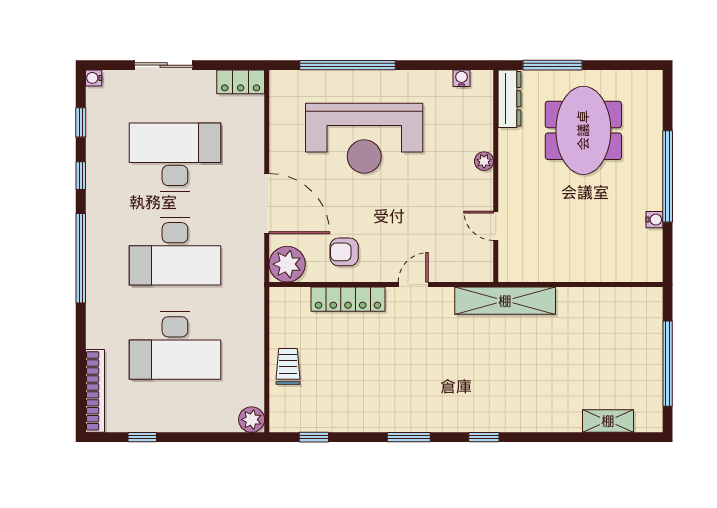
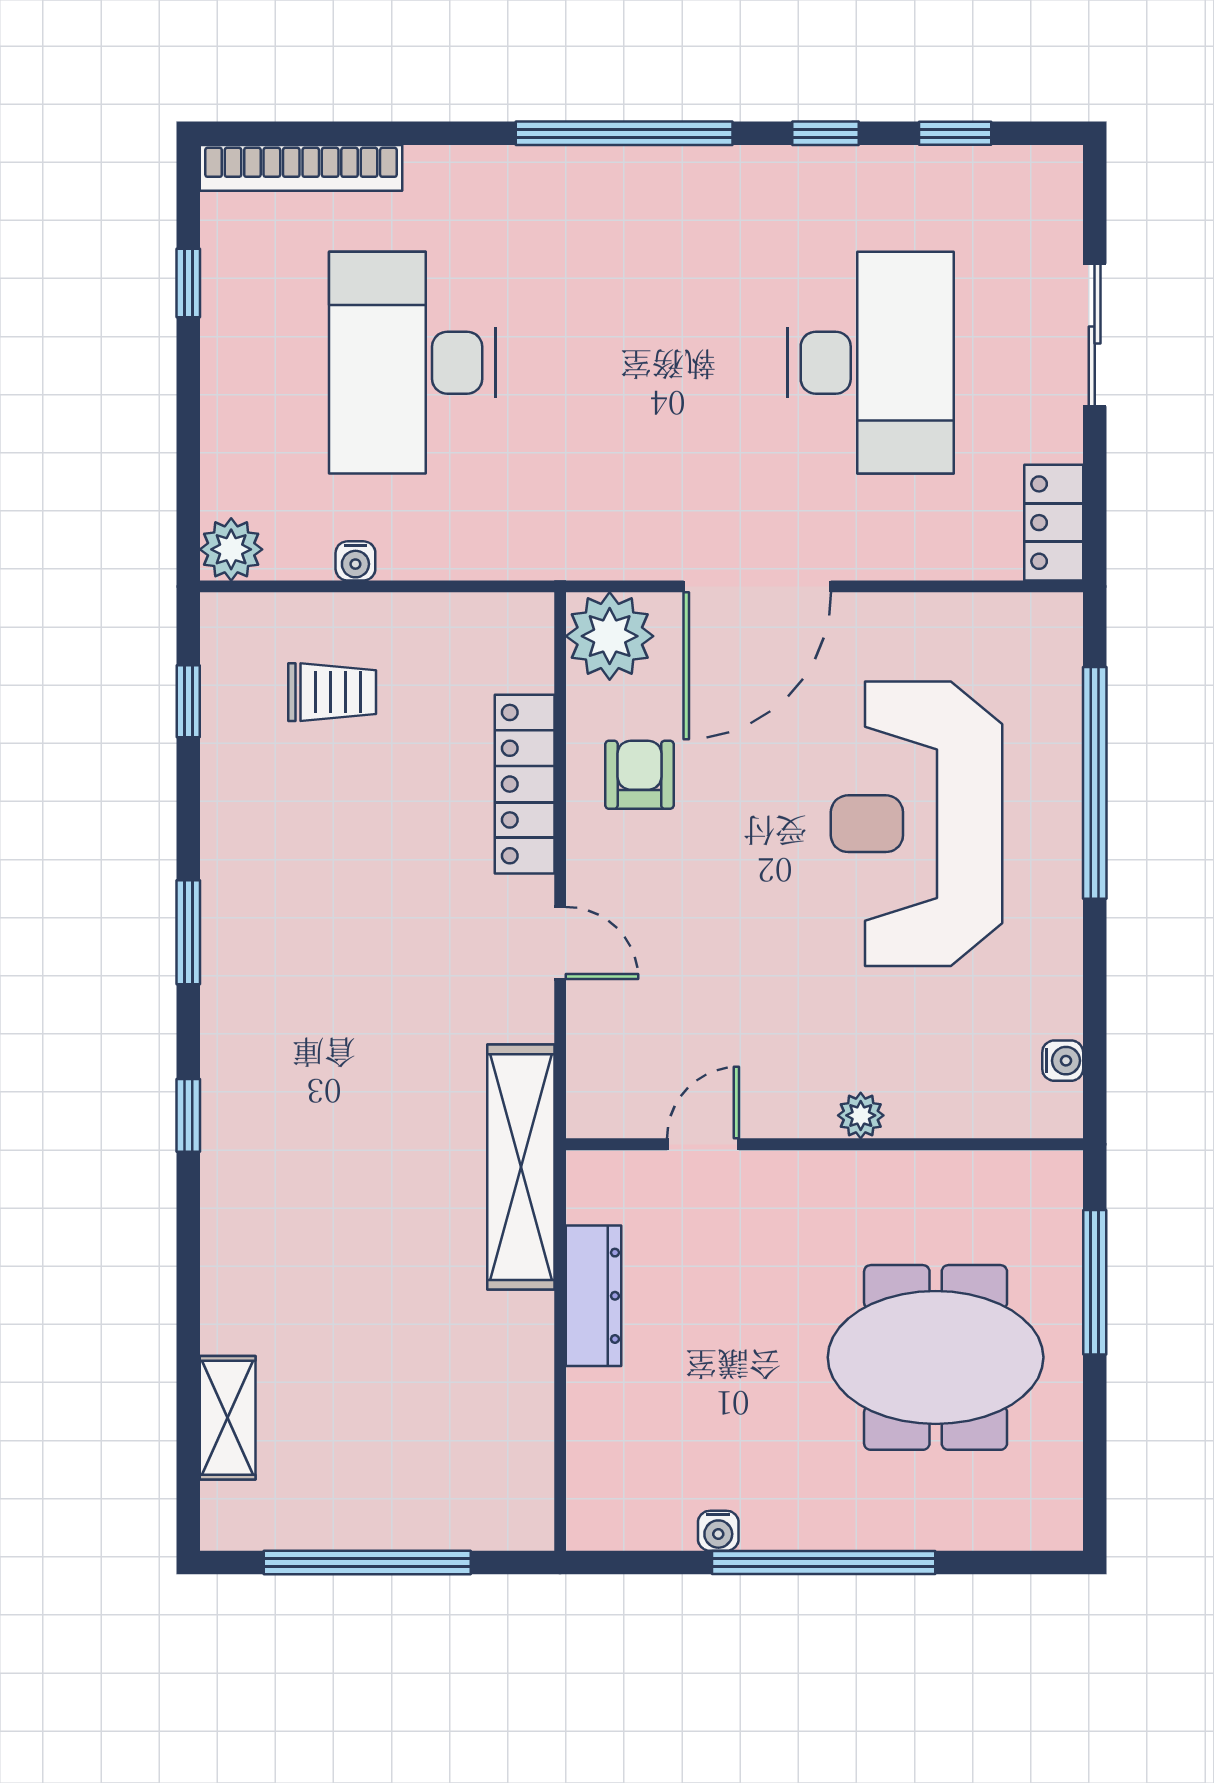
water cooler: (94, 78) -> (355, 561), moved, turned 180
dresser: (510, 99) -> (593, 1296), moved, turned -90
desk: (175, 251) -> (641, 363), removed
trolley: (288, 366) -> (332, 692), moved

